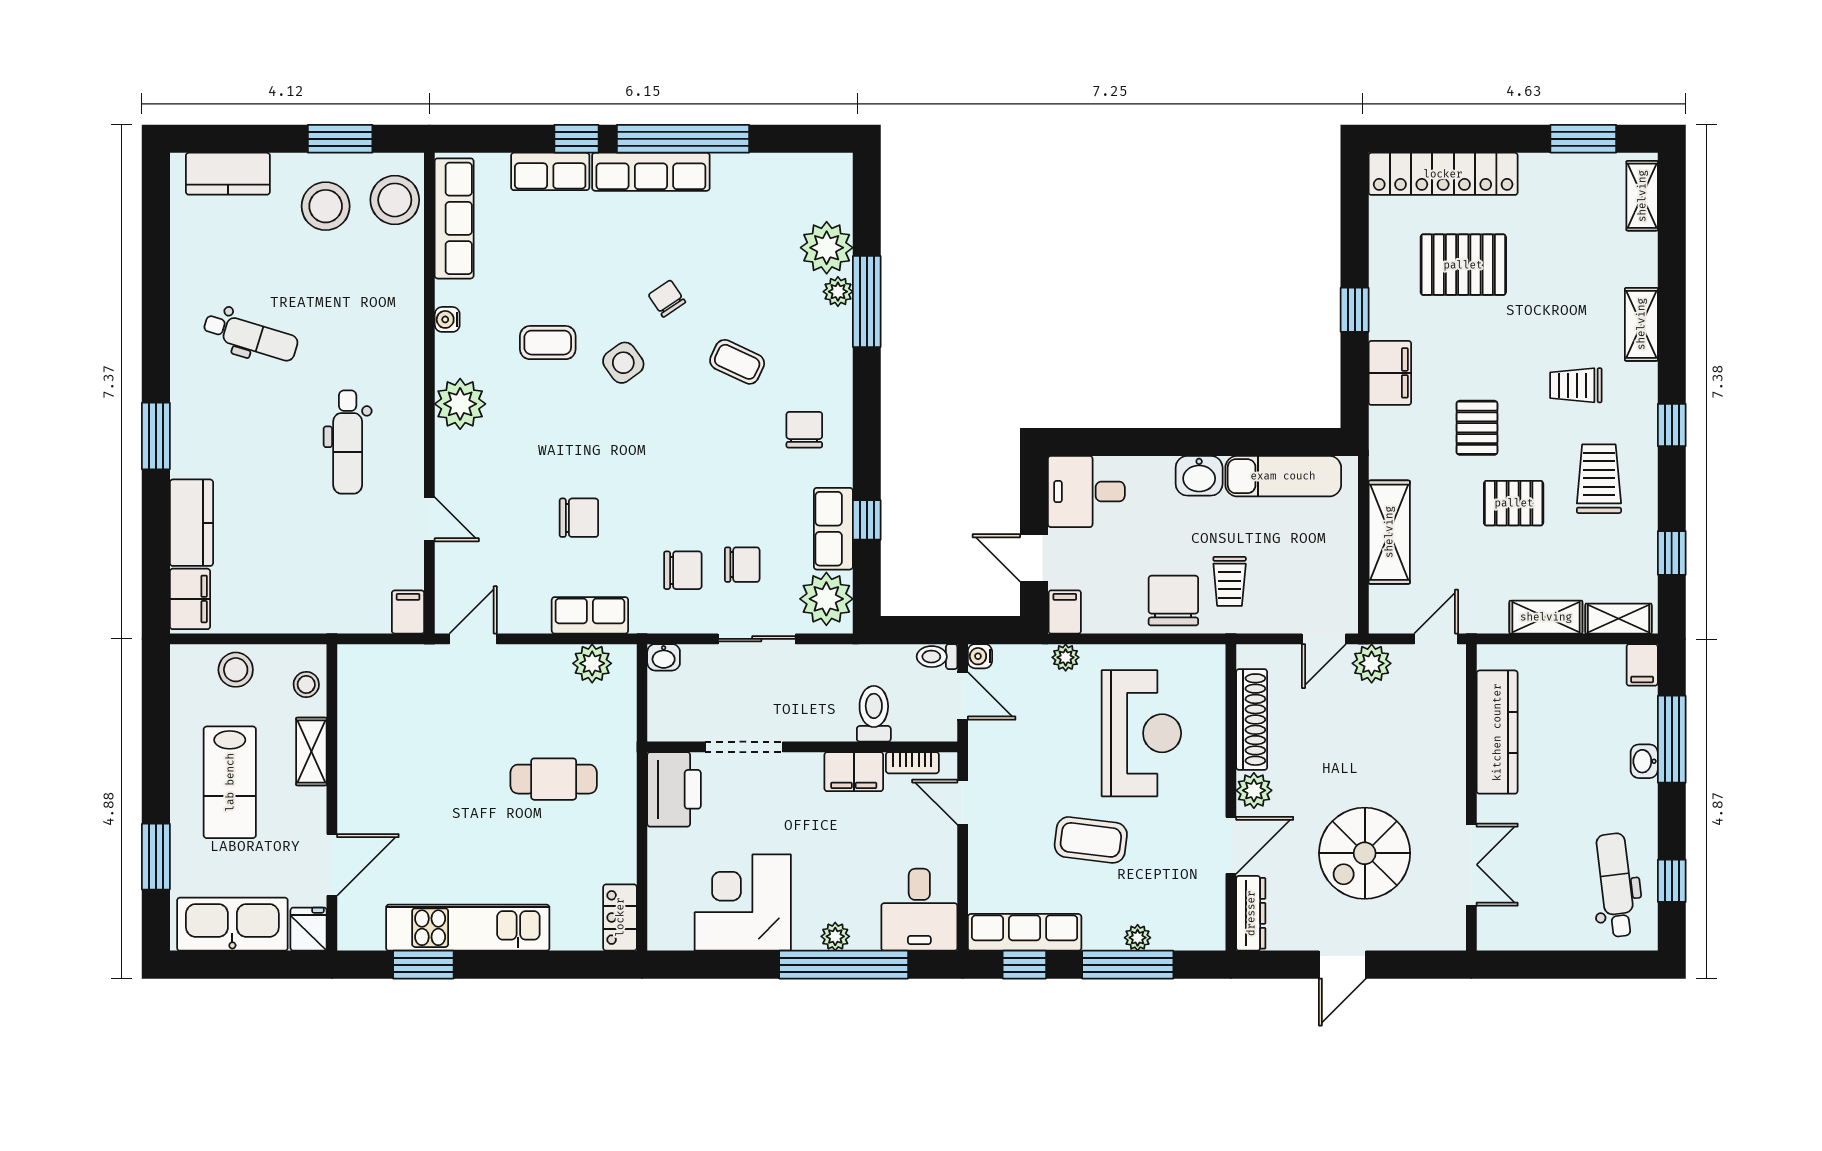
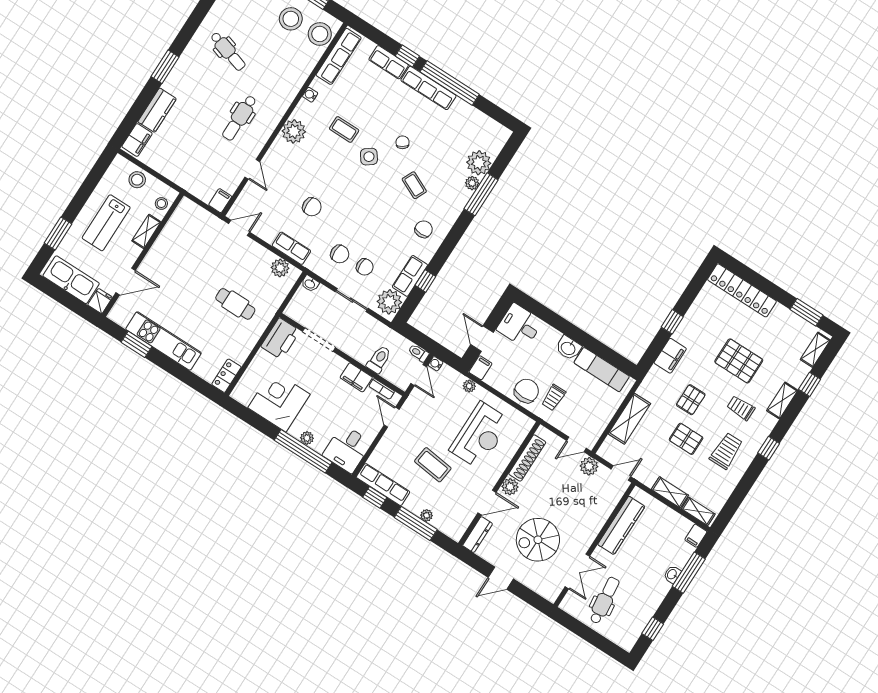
pallet: (1463, 265) -> (739, 361), moved
window: (1672, 553) -> (810, 384), moved
dental chair: (1616, 885) -> (604, 600), moved

